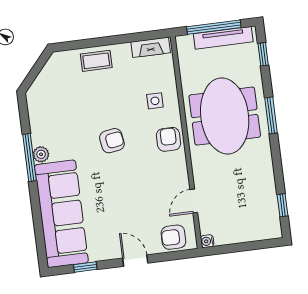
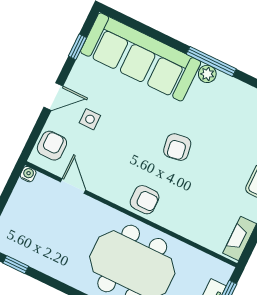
side table: (155, 101) -> (90, 119), moved

